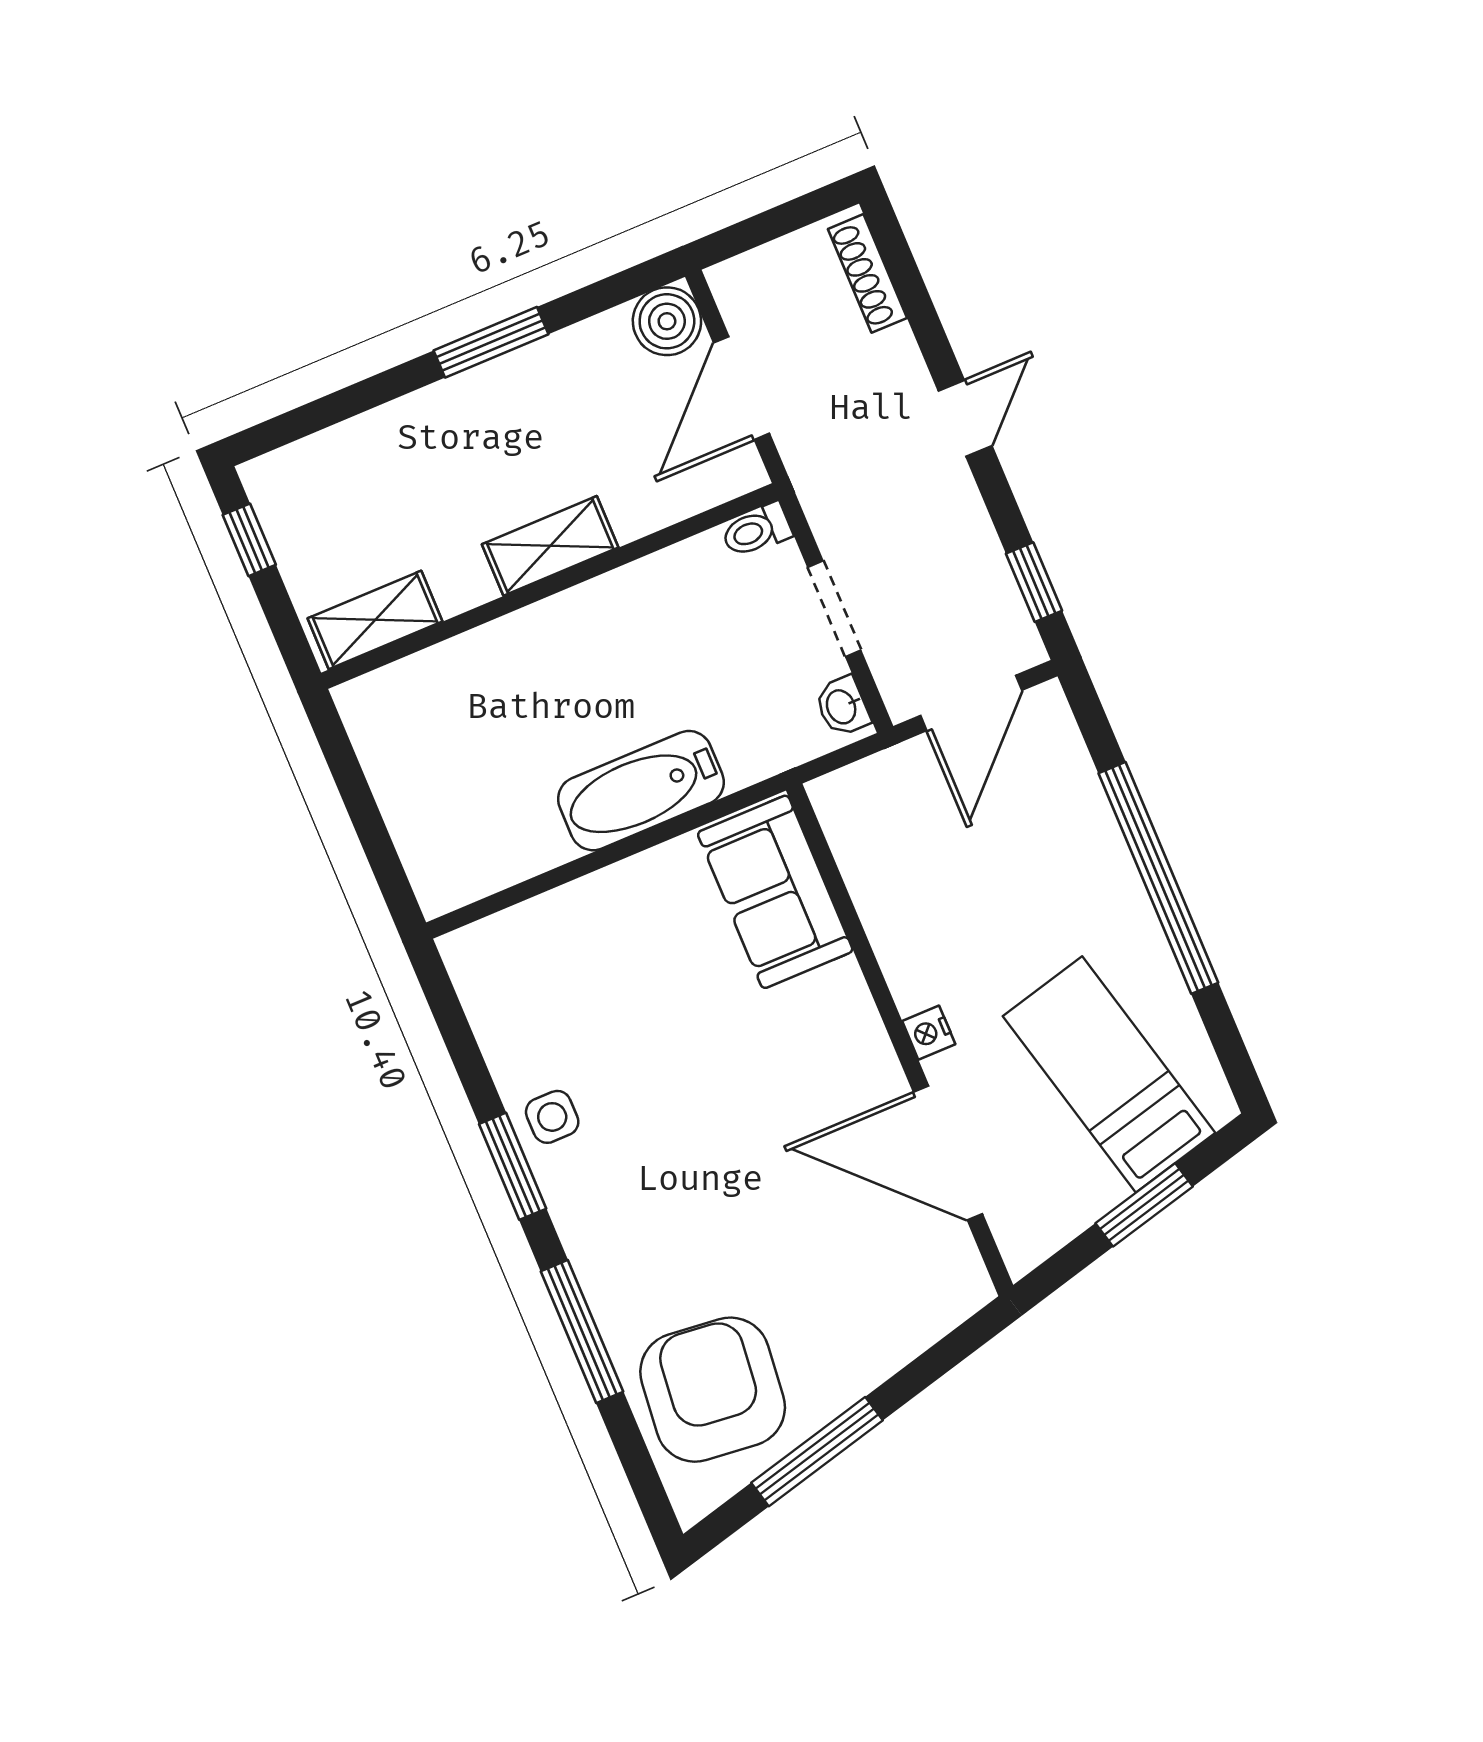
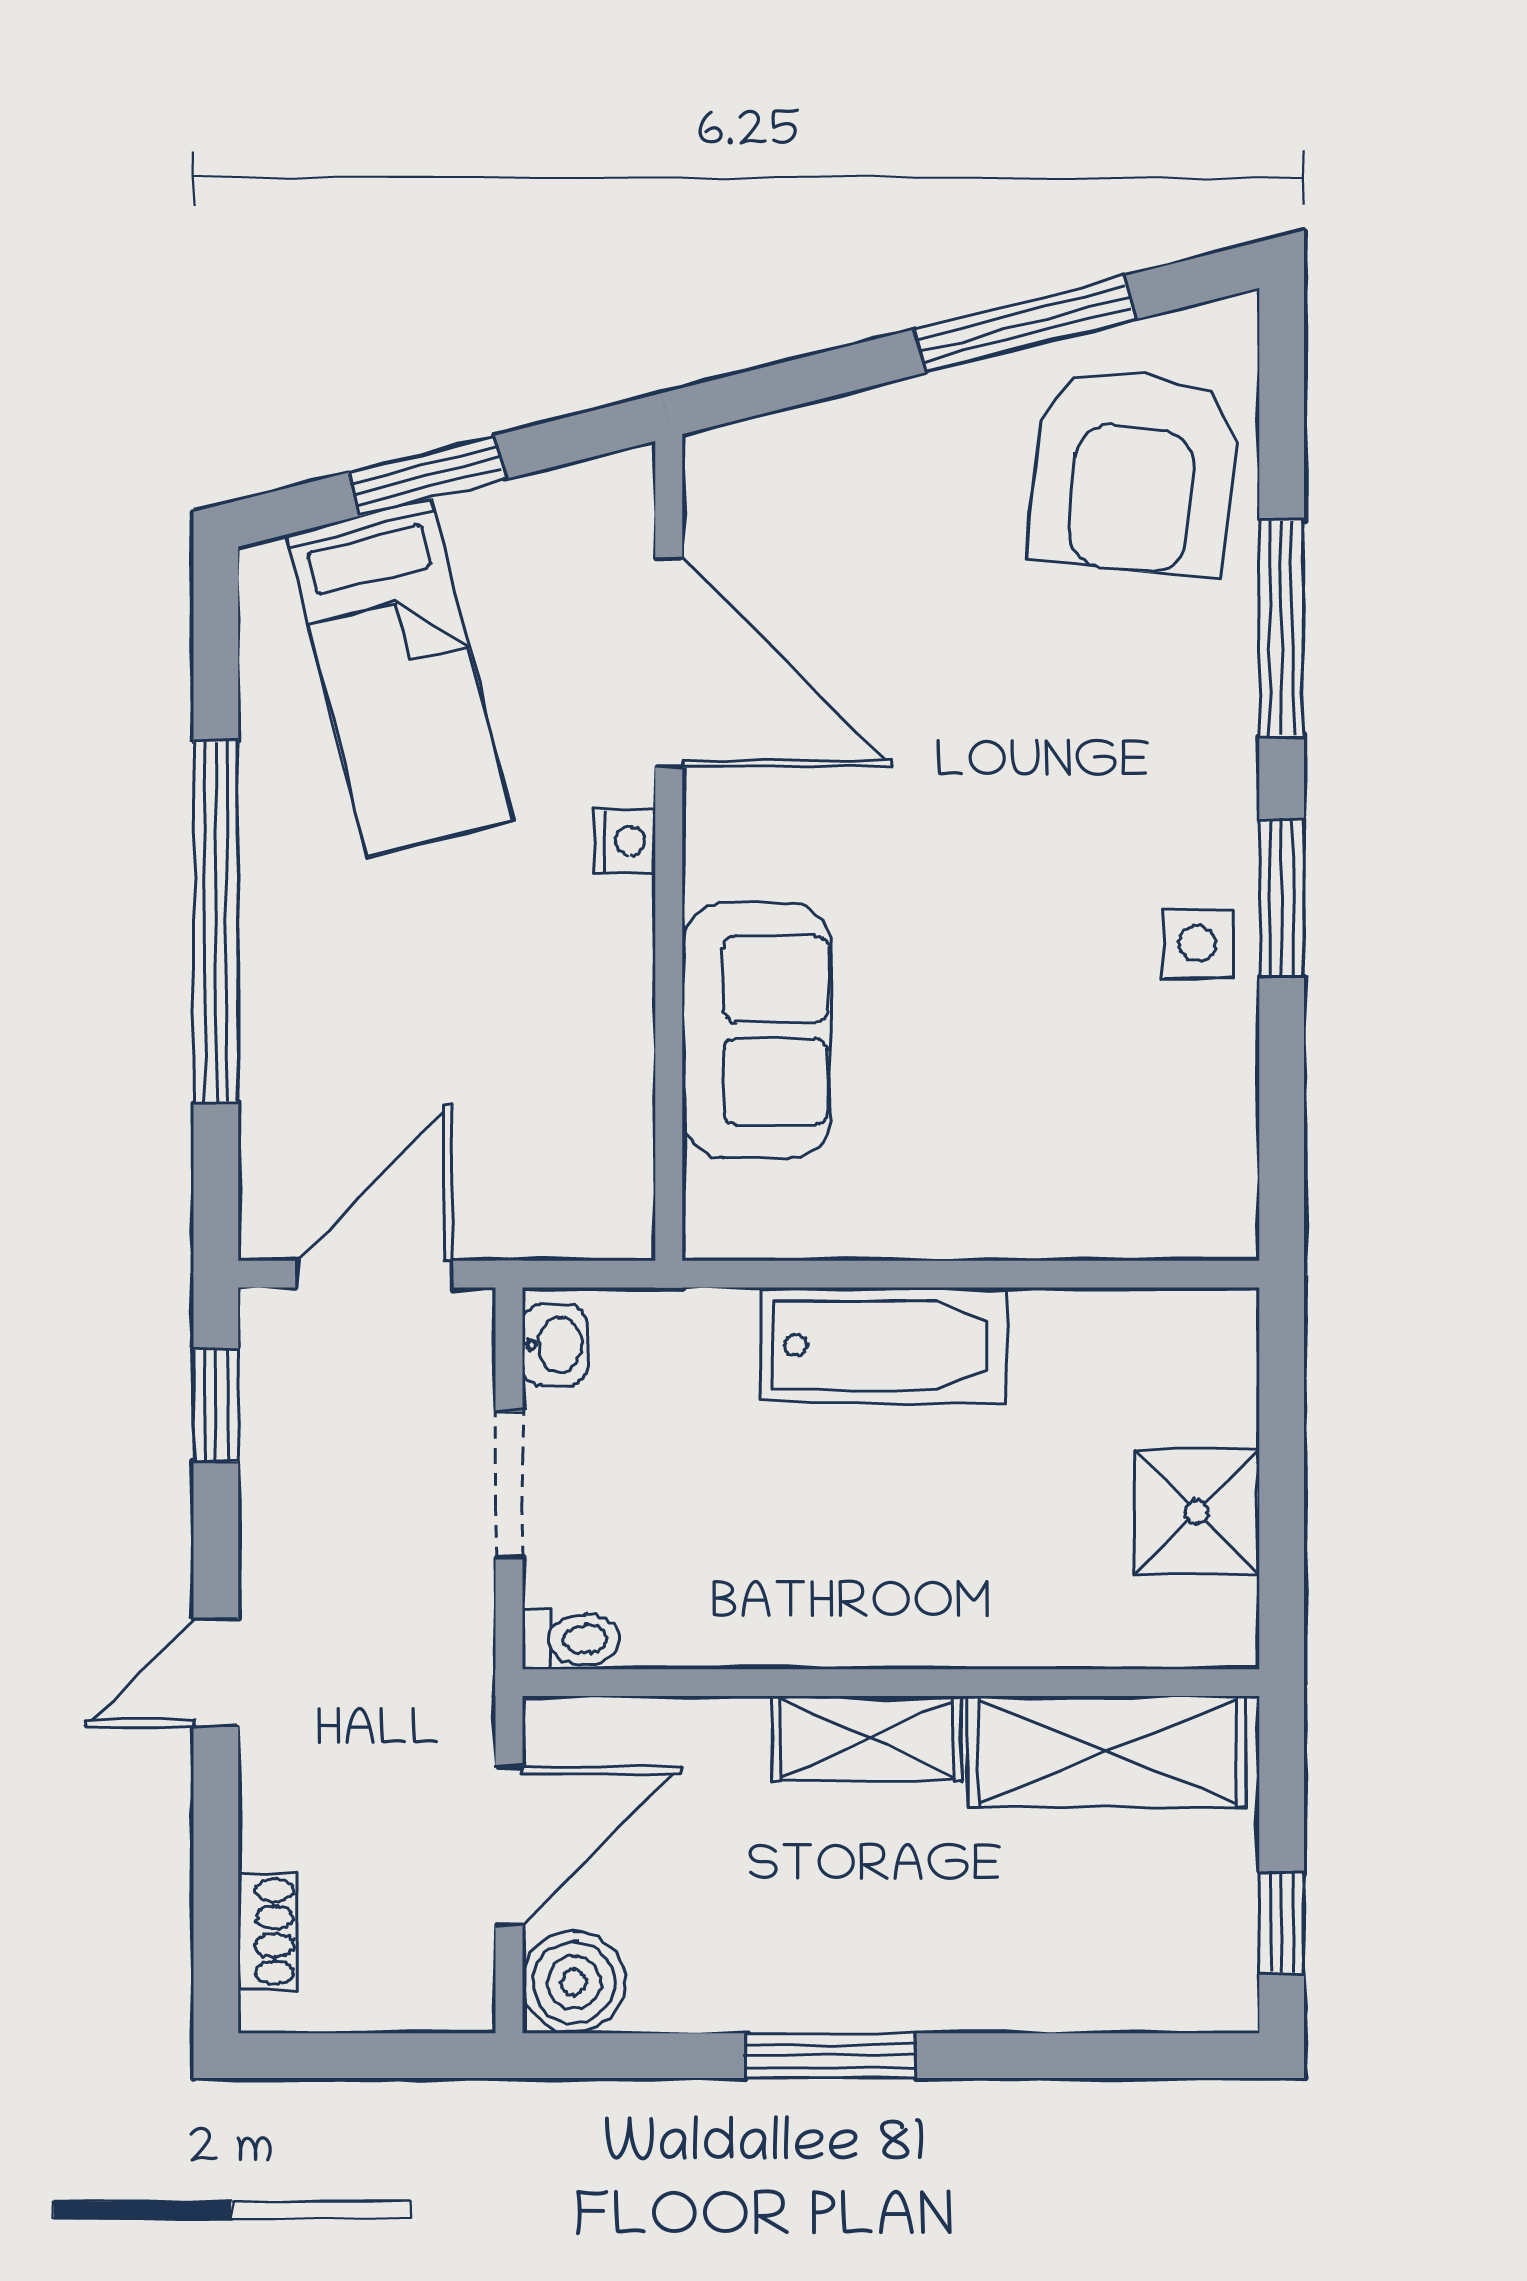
shoe rack: (867, 273) -> (267, 1931), width x0.70
shelving: (375, 620) -> (1107, 1752), width x1.50, depth x1.33
shower: (407, 769) -> (1197, 1512), added
sofa: (775, 892) -> (756, 1030), moved

